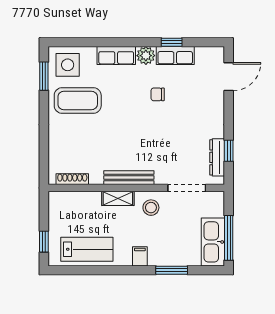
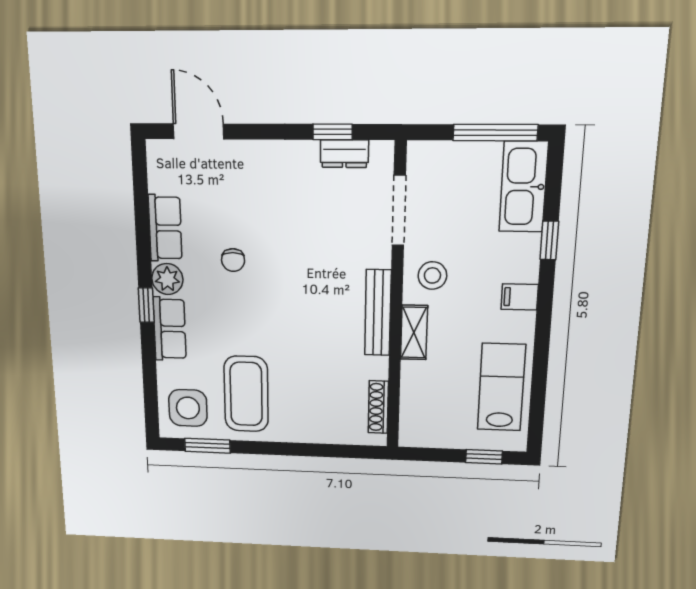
window: (172, 42) -> (146, 305), moved
dresser: (217, 157) -> (344, 154), width x0.70
kitchen sink: (213, 242) -> (523, 187), moved, turned 90
window: (172, 270) -> (549, 240), width x0.67

